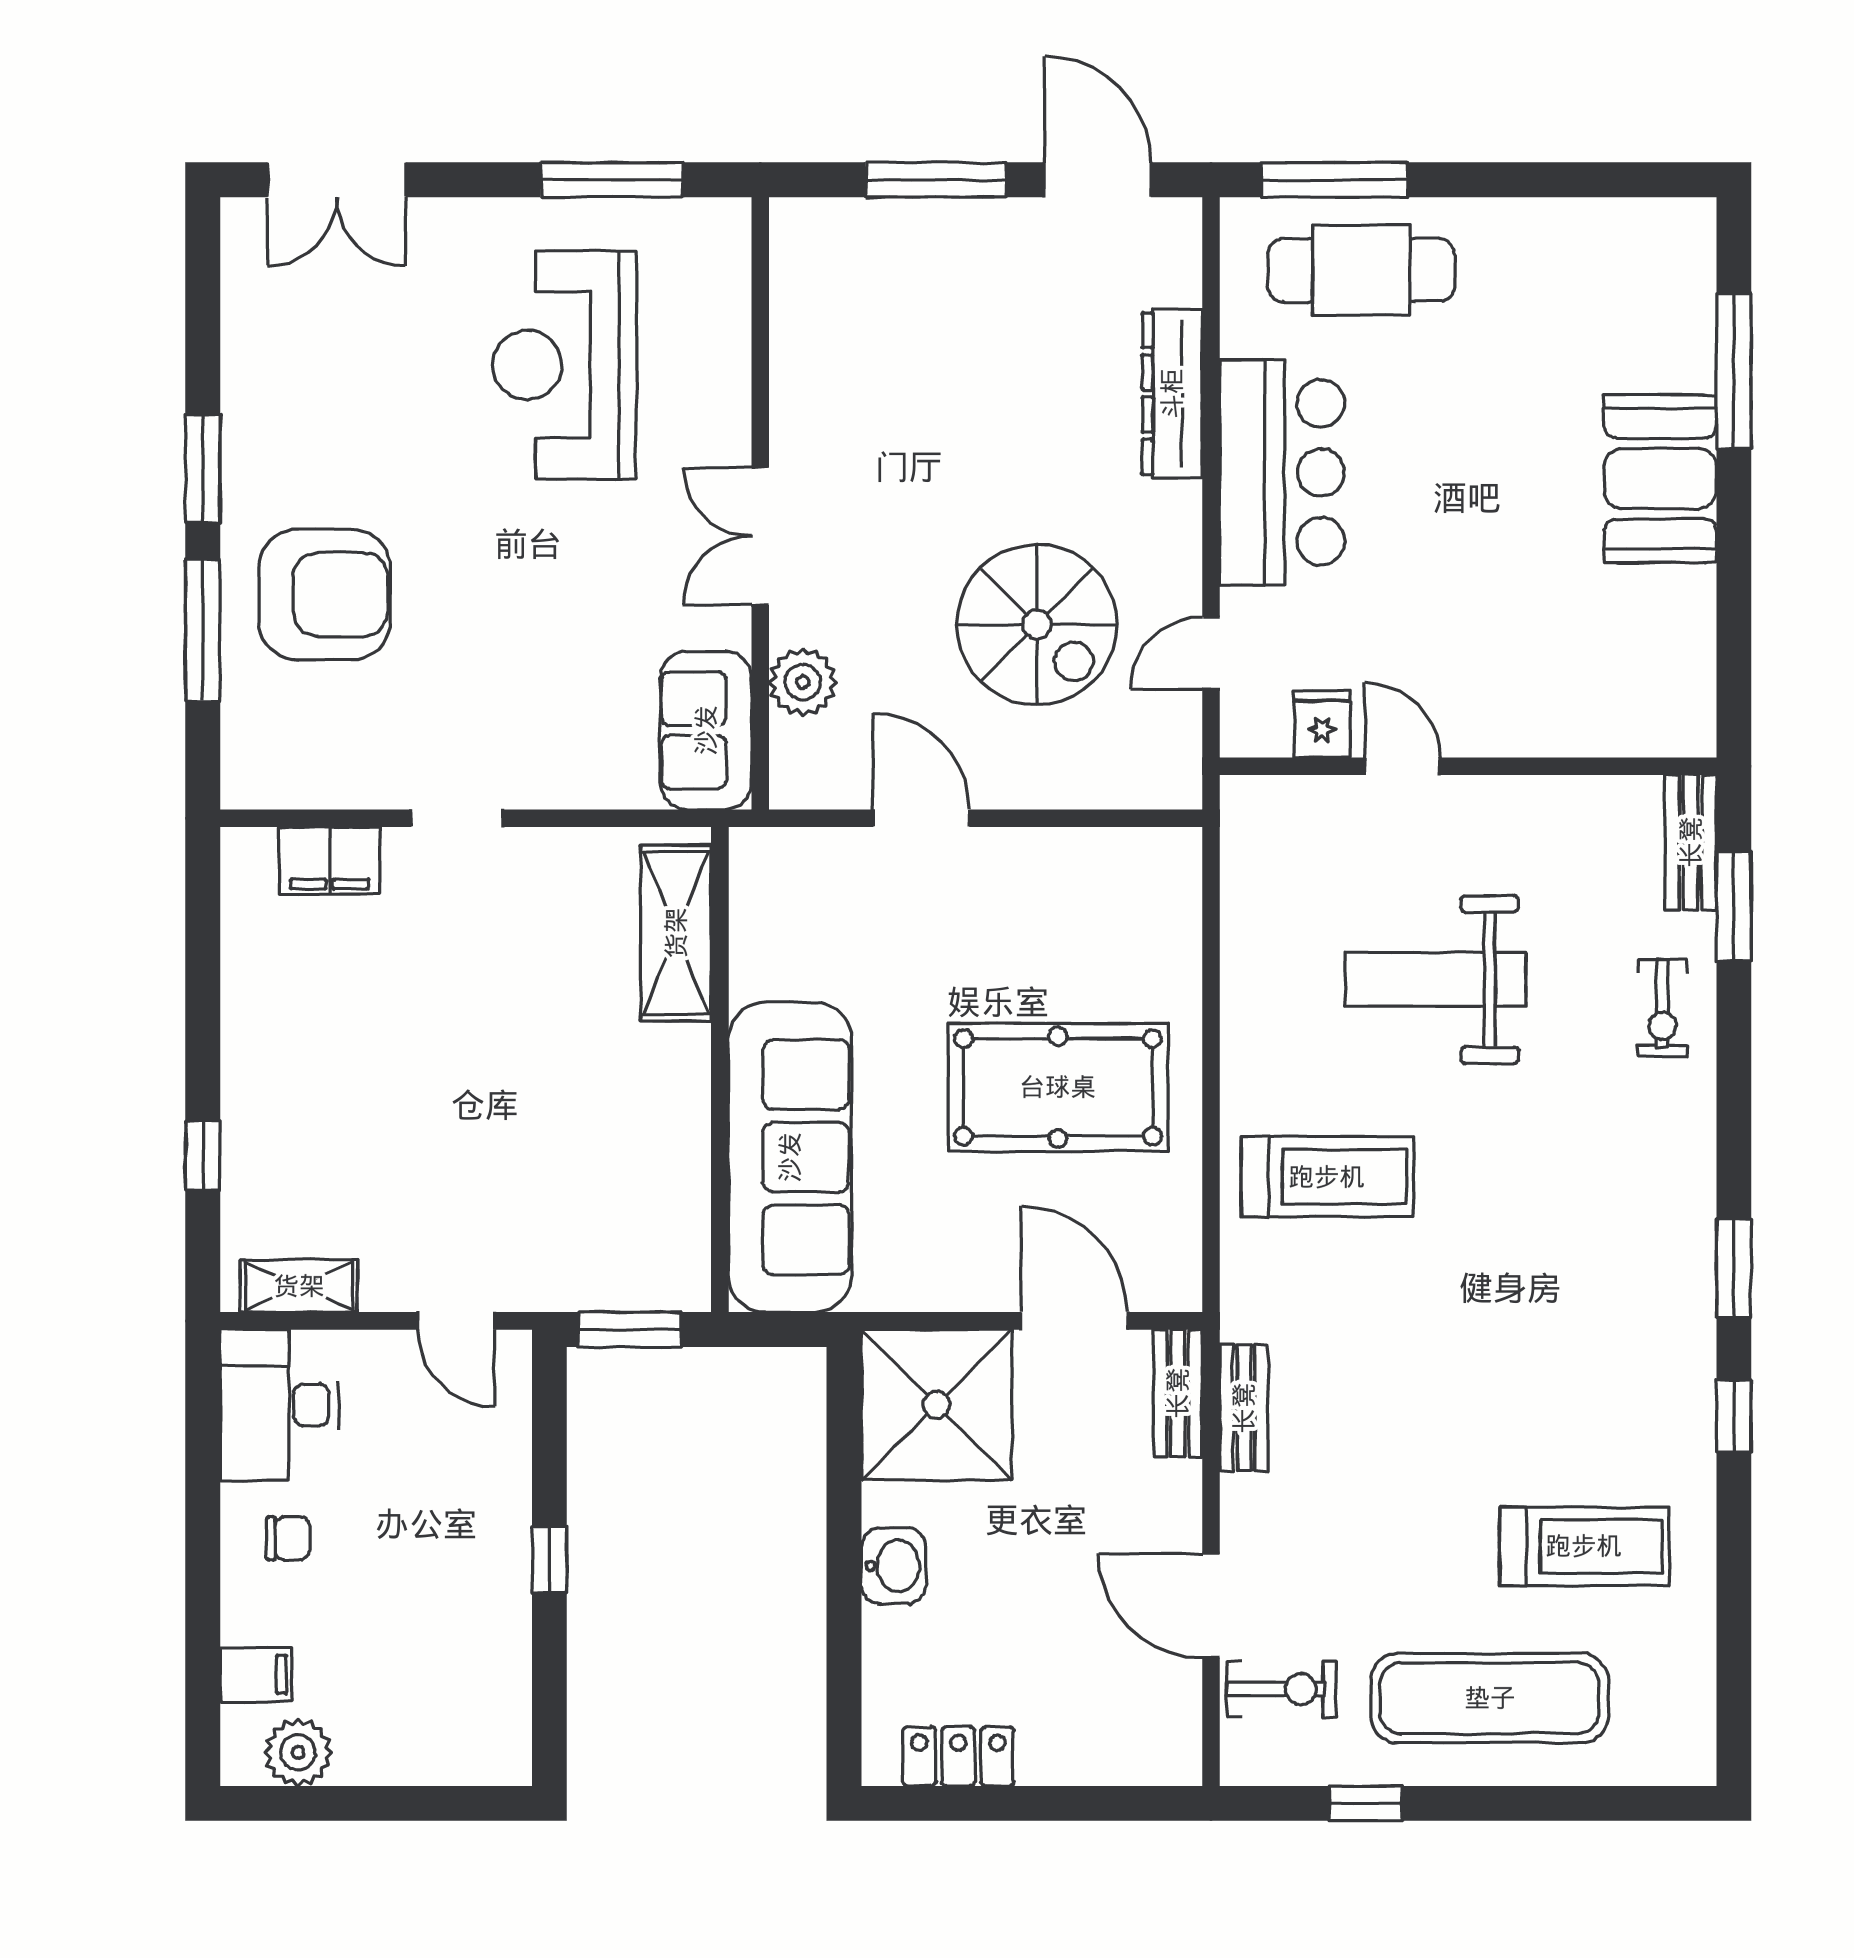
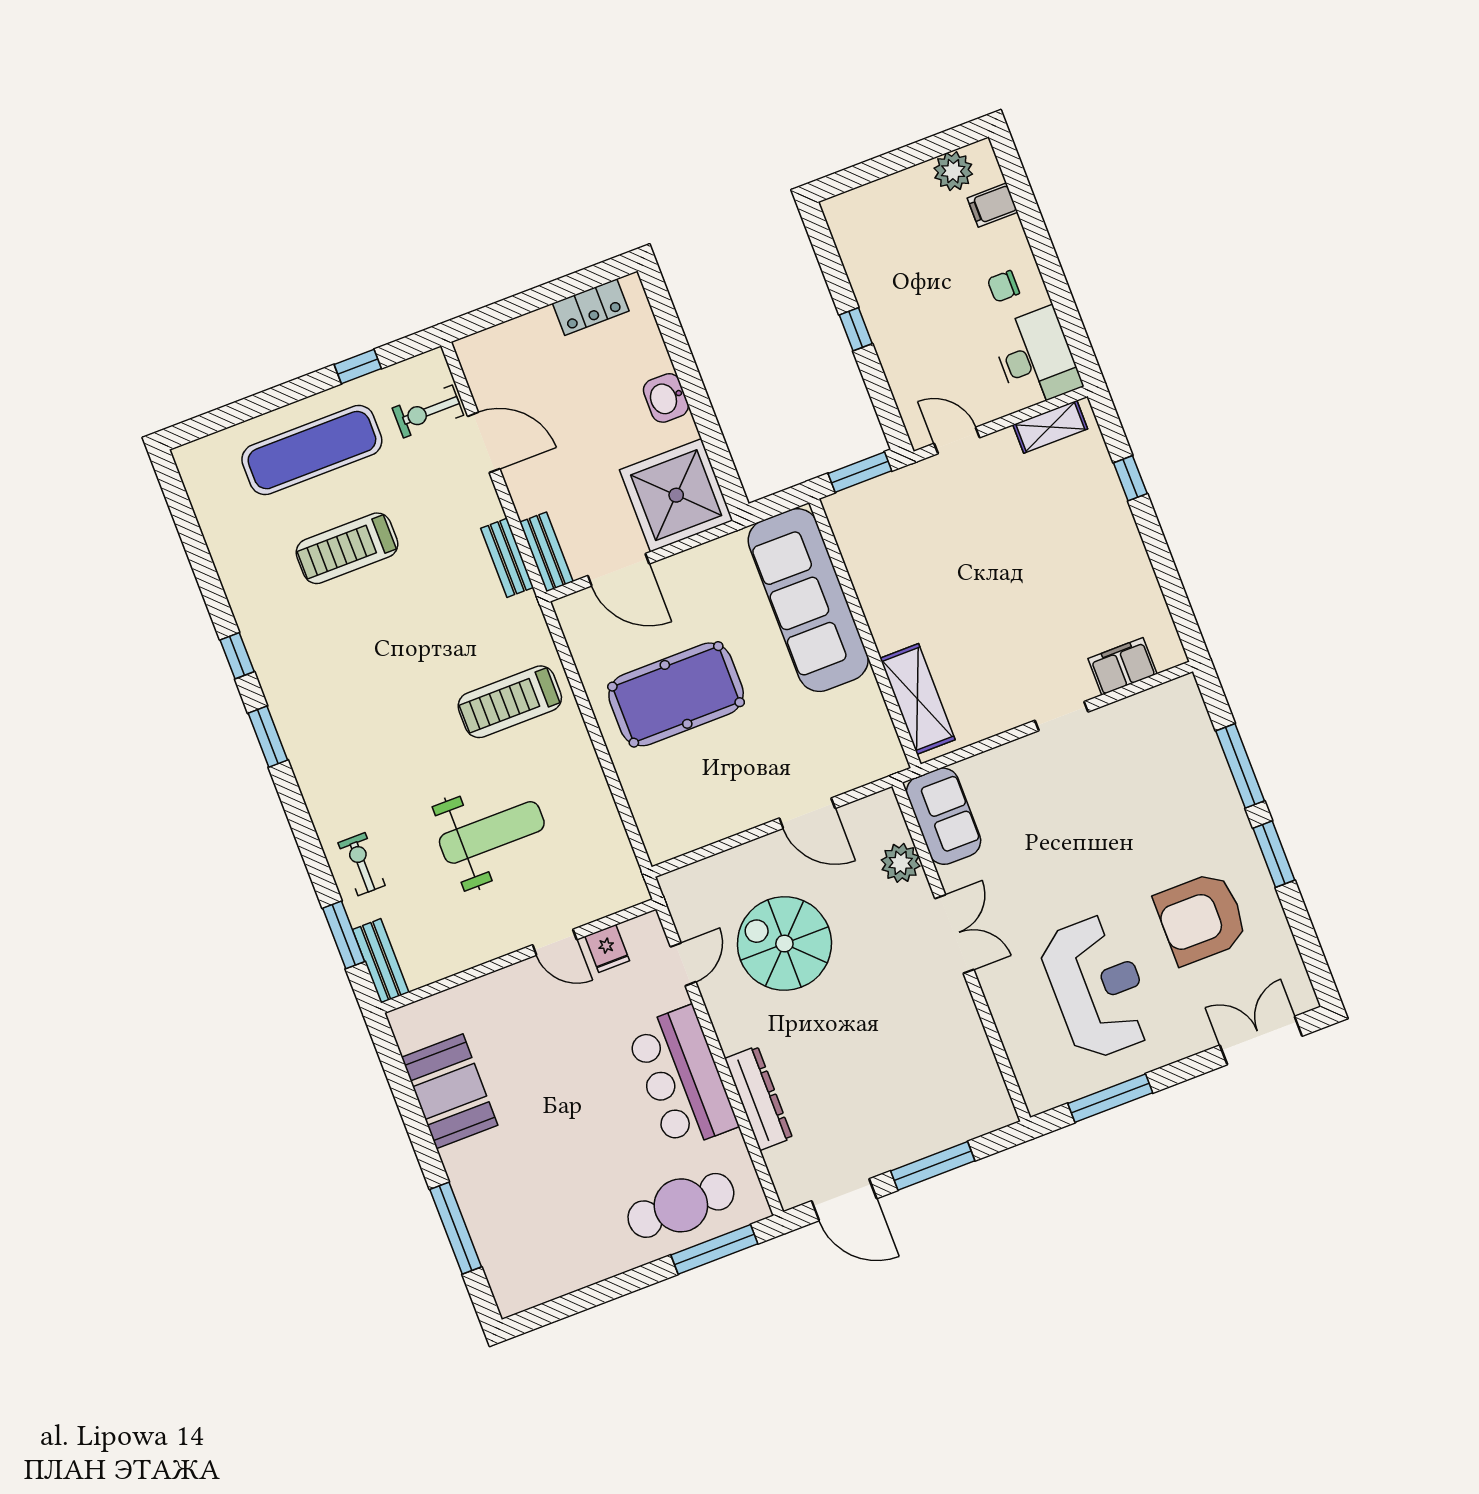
booth: (1660, 479) -> (450, 1091), moved
armchair: (325, 594) -> (1201, 918), moved
treadmill: (1584, 1546) -> (347, 548), moved

